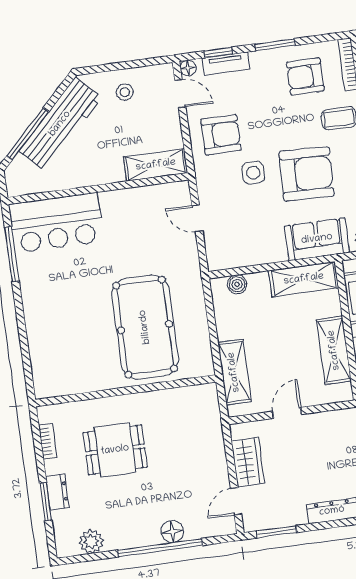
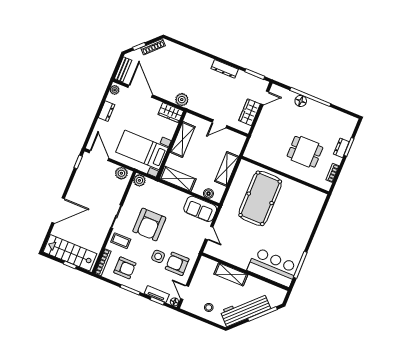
shelving: (156, 165) -> (231, 274), moved
side table: (253, 173) -> (158, 256), moved
armchair: (307, 174) -> (149, 225), turned -92
sofa: (317, 239) -> (200, 209), moved
shelving: (234, 372) -> (227, 169), moved
plant: (91, 542) -> (339, 117), removed

